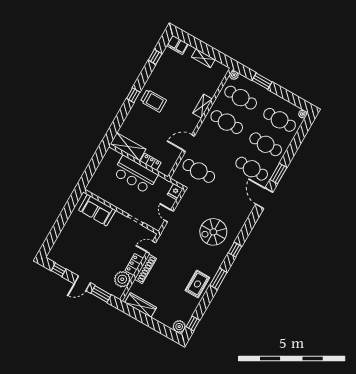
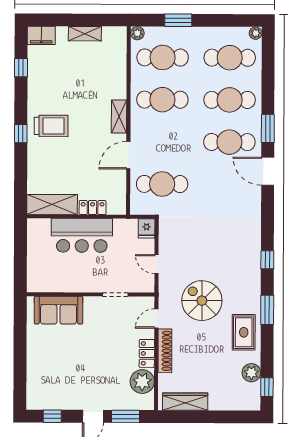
shelving: (202, 106) -> (119, 116), moved
spiral stairs: (213, 232) -> (202, 301), moved, turned 90
plant: (179, 327) -> (251, 373), moved

